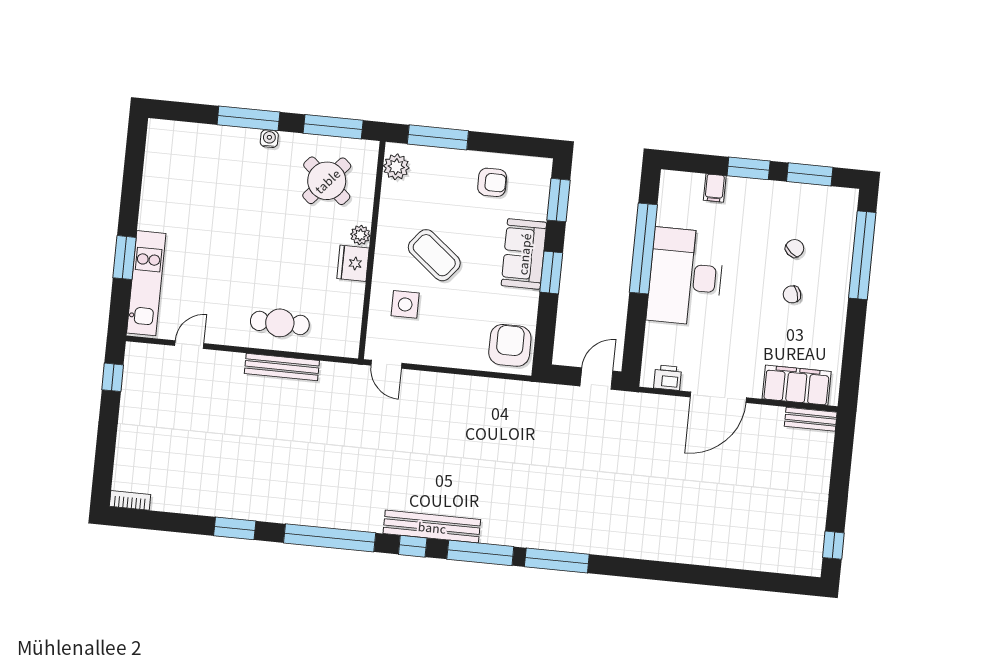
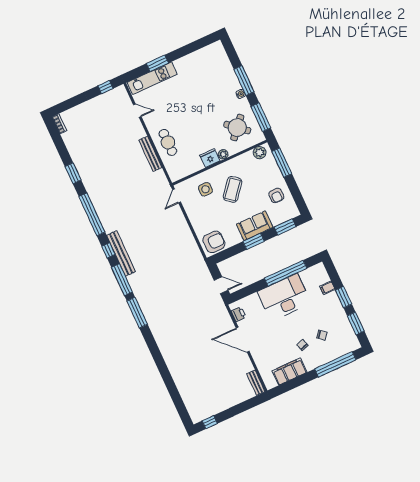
filing cabinet: (797, 385) -> (290, 372), moved, turned -90

